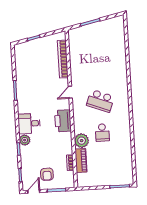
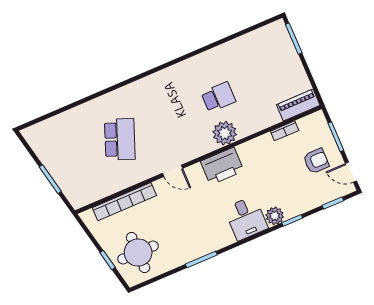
round table: (32, 56) -> (138, 253), added
school desk: (100, 101) -> (120, 139), moved
plant: (82, 141) -> (225, 133), moved
piano: (81, 161) -> (298, 105), moved

